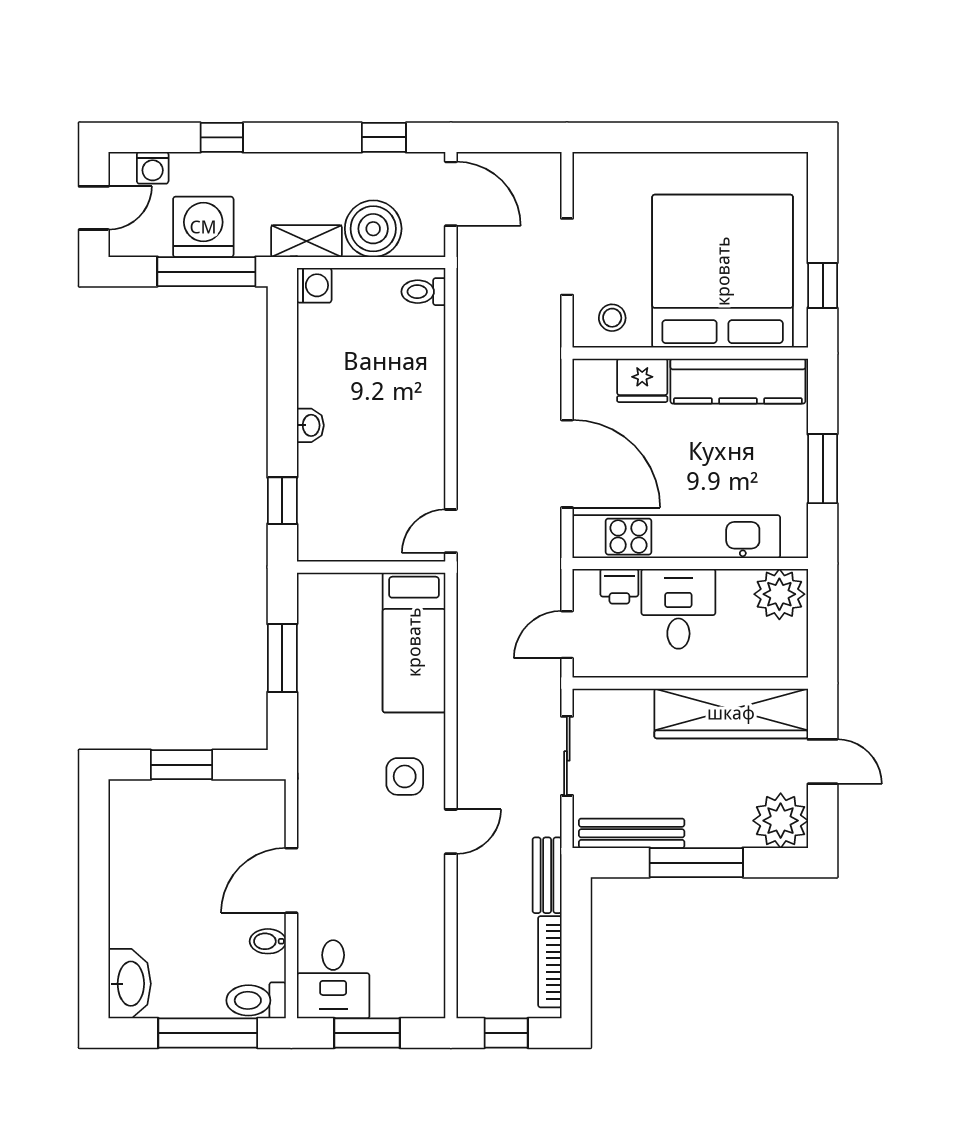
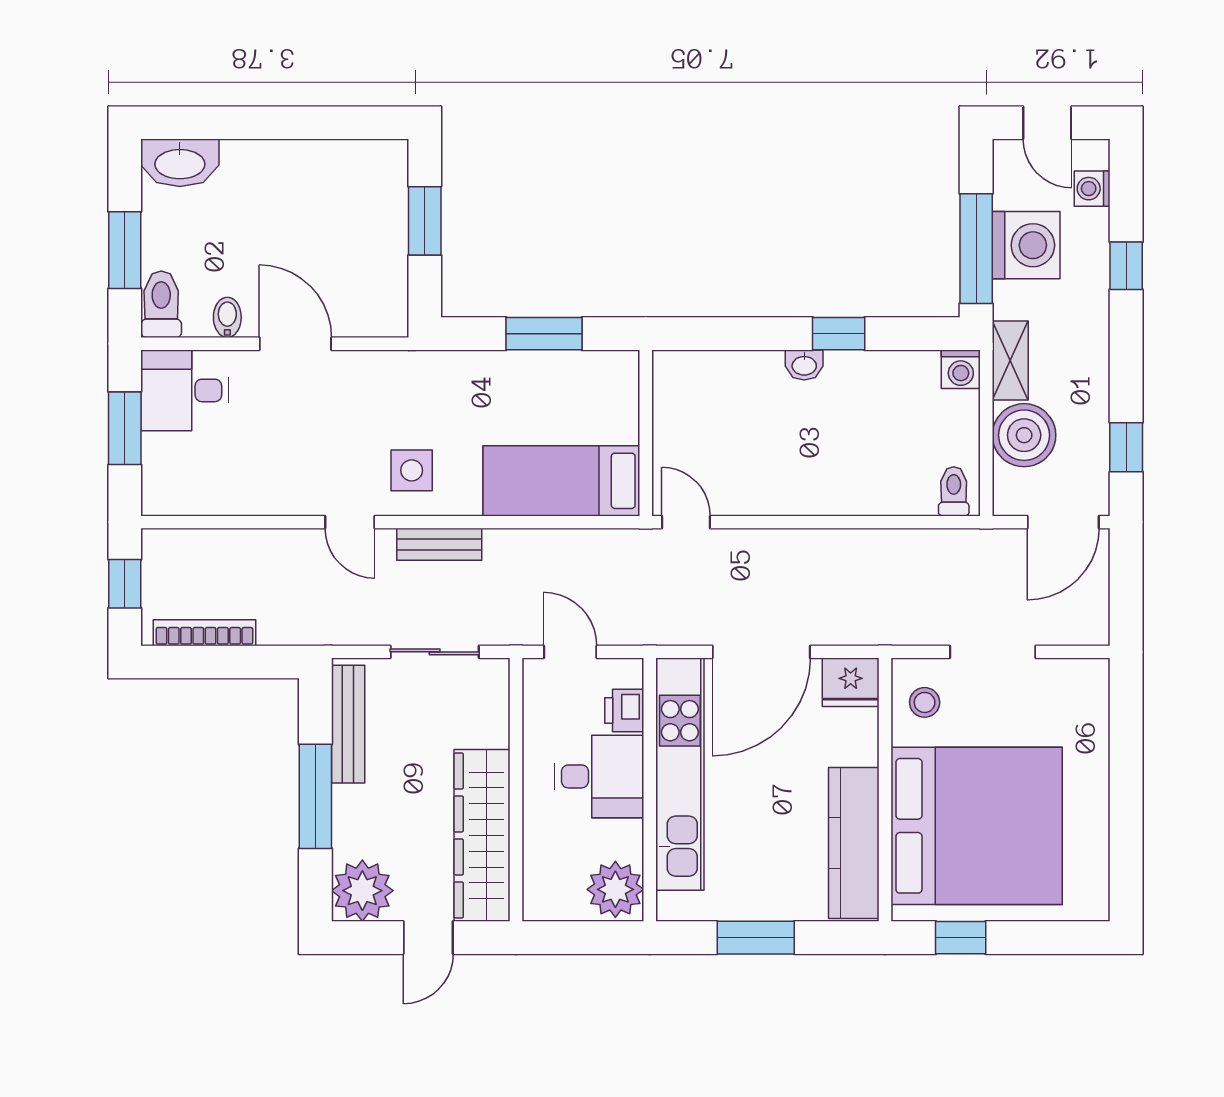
fridge: (642, 380) -> (851, 682), moved, turned -90
window: (282, 501) -> (839, 334), moved
bench: (547, 875) -> (439, 544), moved
window: (208, 1033) -> (125, 250), width x0.69

